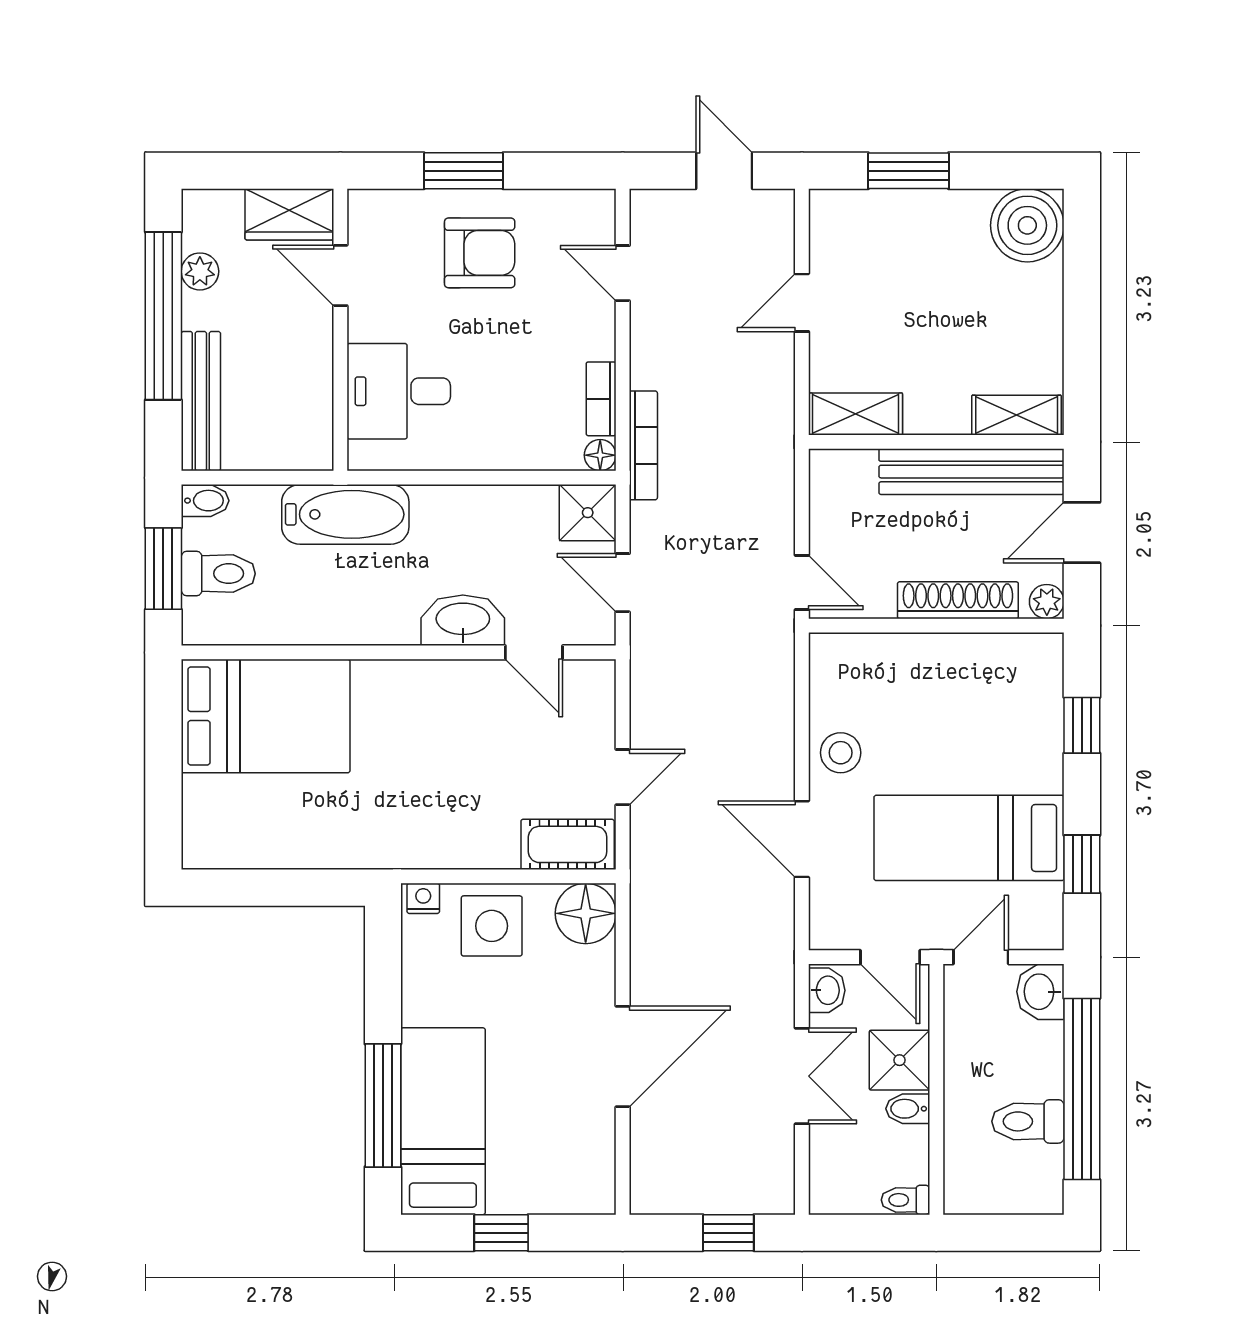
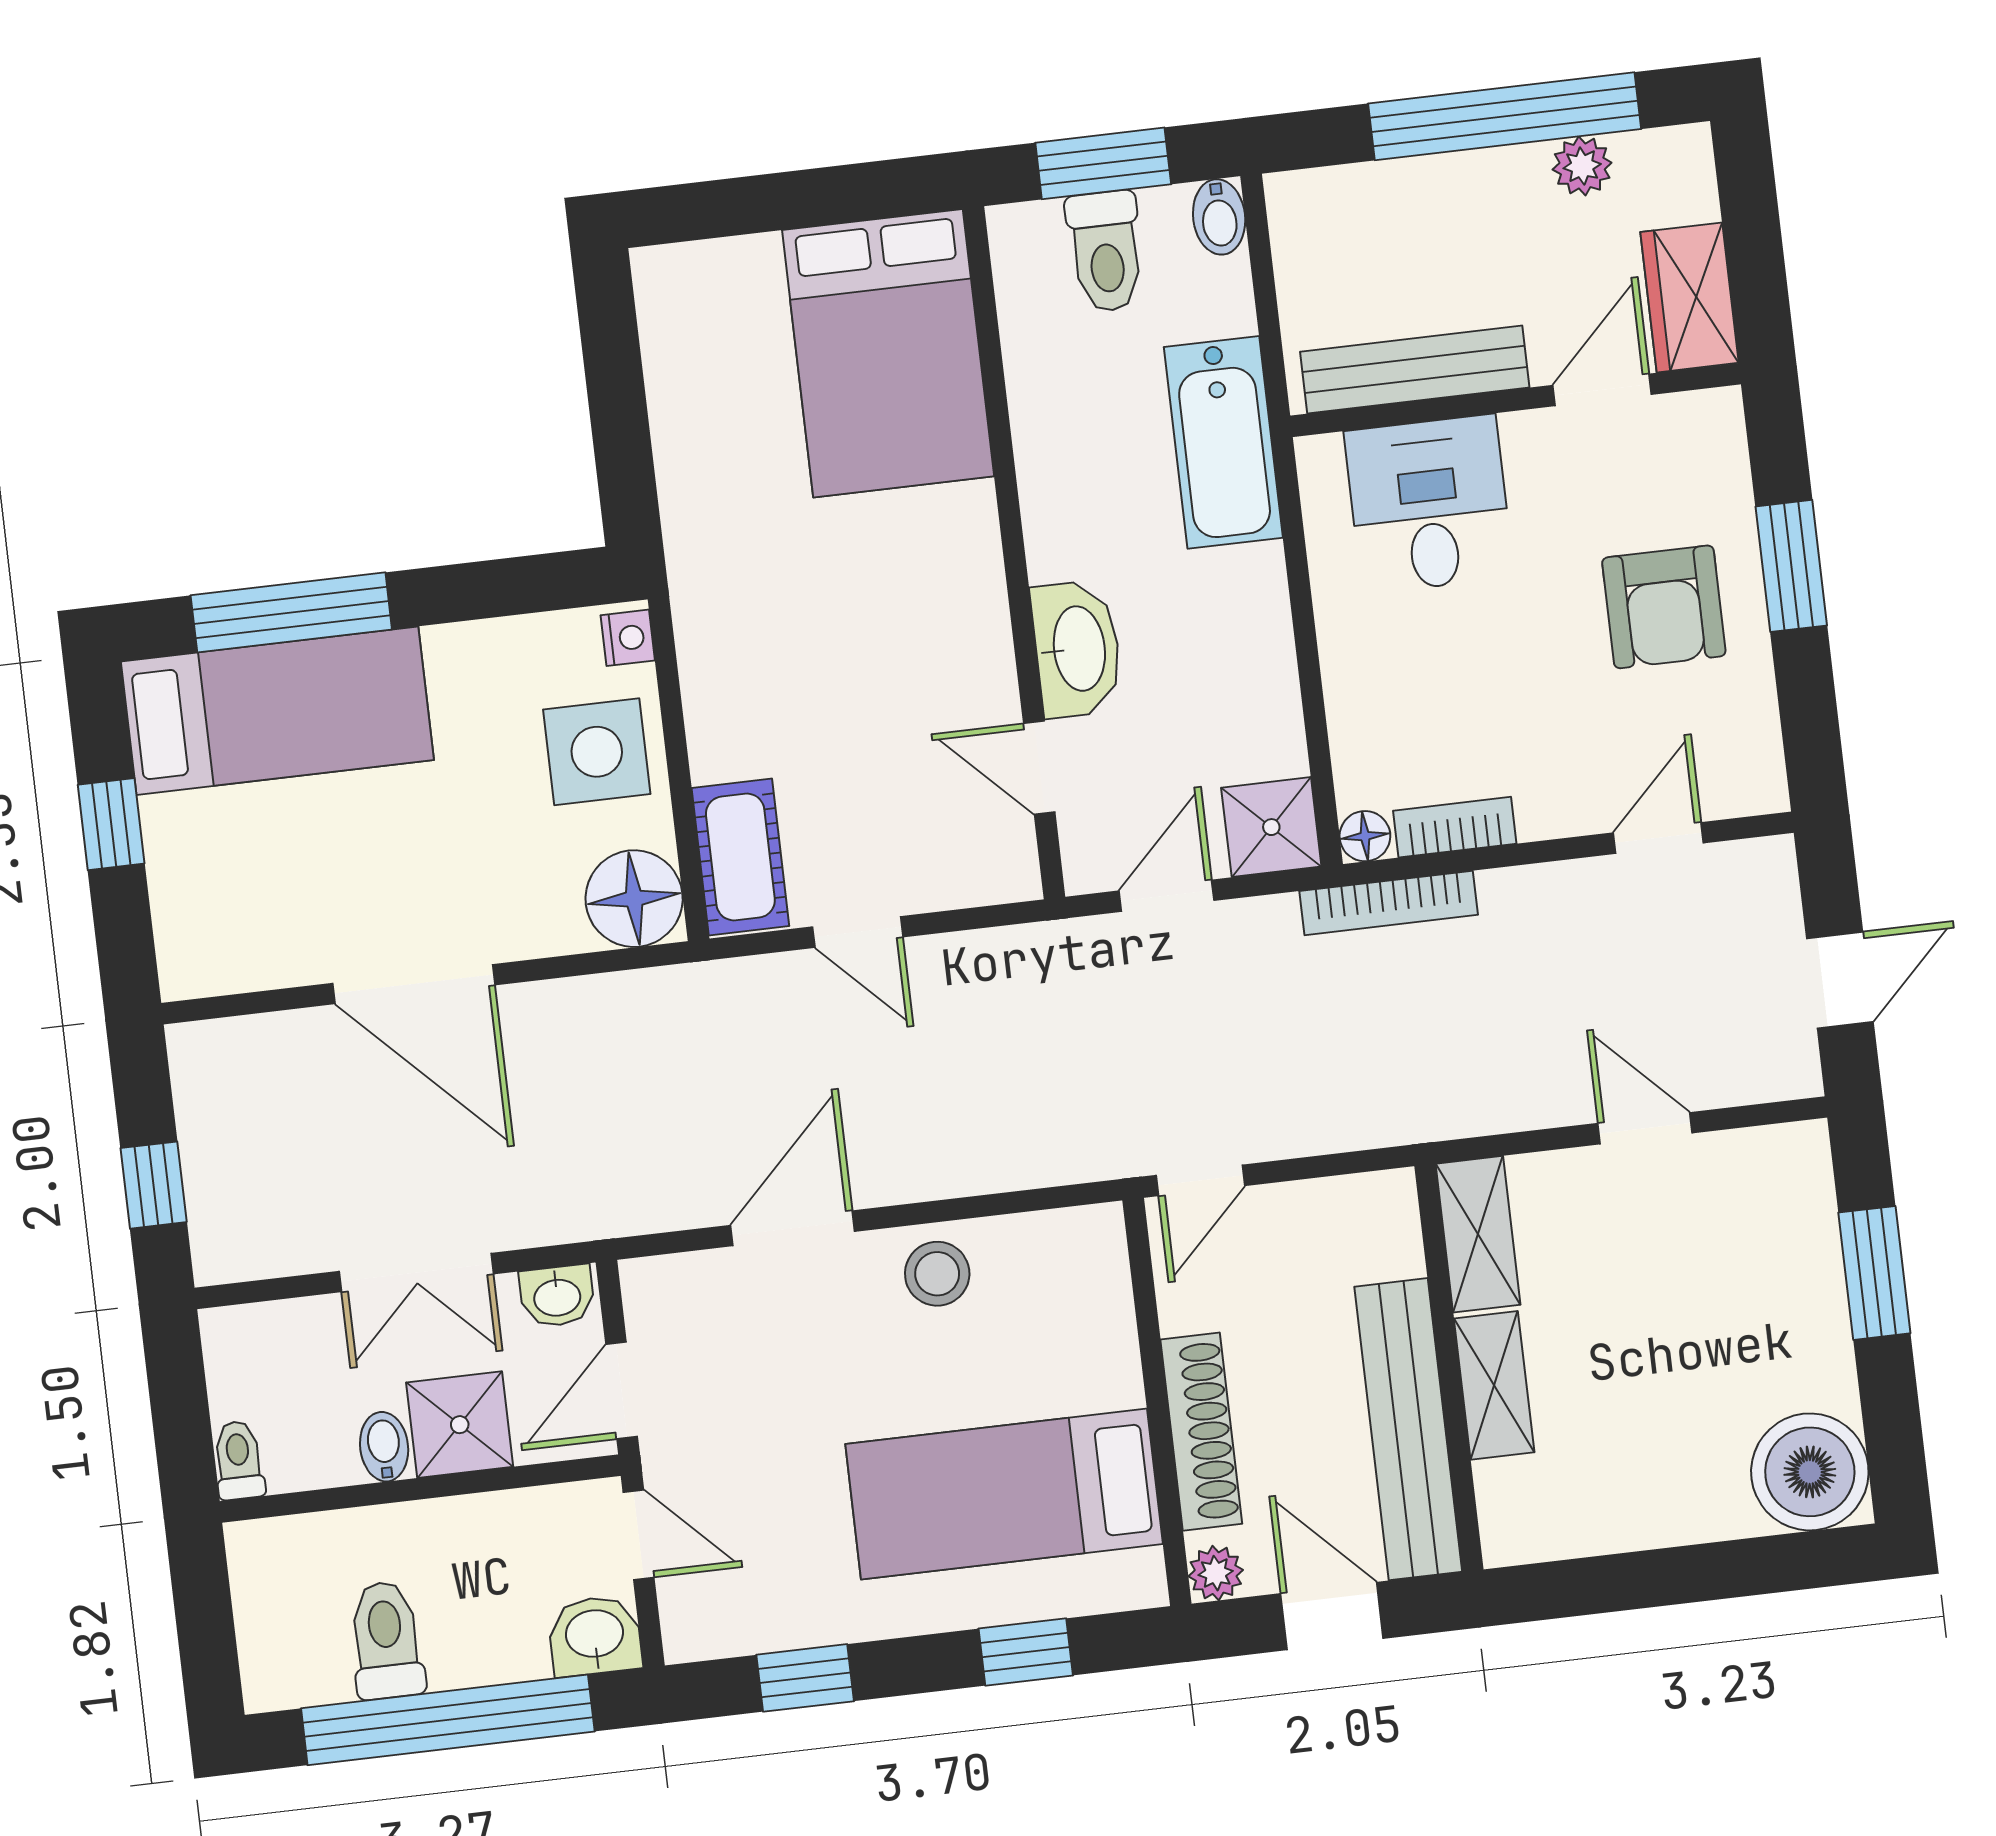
bench: (201, 401) -> (1415, 370), moved
shelving: (1017, 415) -> (1494, 1385), moved
door: (534, 652) -> (1039, 768), hinge flipped
bed: (969, 838) -> (1004, 1494), moved, turned -90

